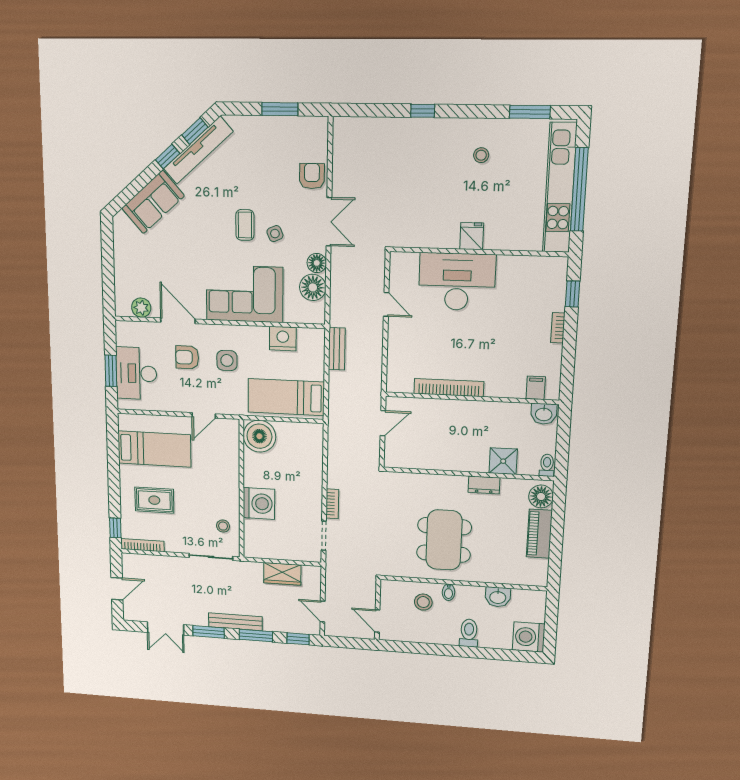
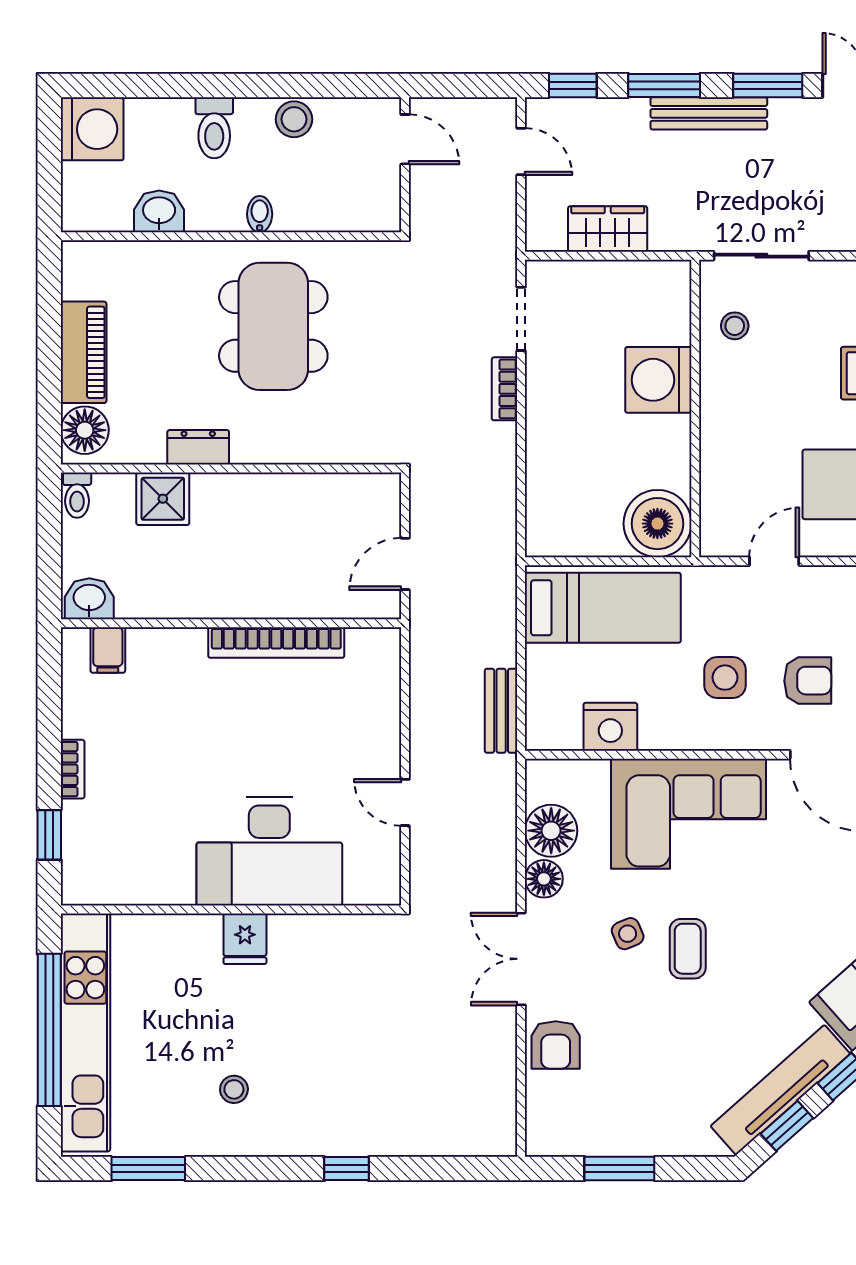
stool: (423, 602) -> (294, 119), moved

